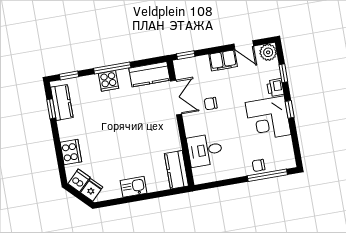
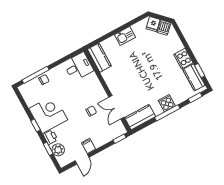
door: (244, 45) -> (82, 159), swing flipped
plant: (268, 52) -> (58, 150), moved
filing cabinet: (223, 60) -> (89, 146), width x0.50
desk: (205, 150) -> (78, 67), moved
cooker: (71, 152) -> (183, 59), moved

